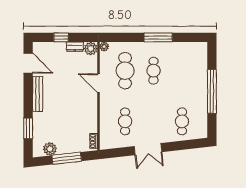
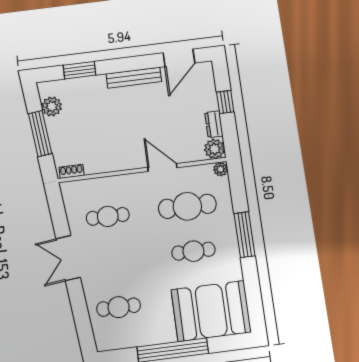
window: (158, 37) -> (245, 235), moved
booth: (191, 65) -> (211, 311), added
door: (98, 83) -> (162, 168), hinge flipped

